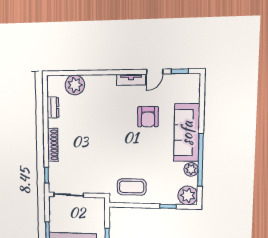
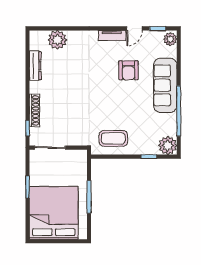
dresser: (53, 107) -> (35, 66), width x1.44
shoe rack: (53, 145) -> (34, 110), moved
plant: (191, 169) -> (170, 39), moved

